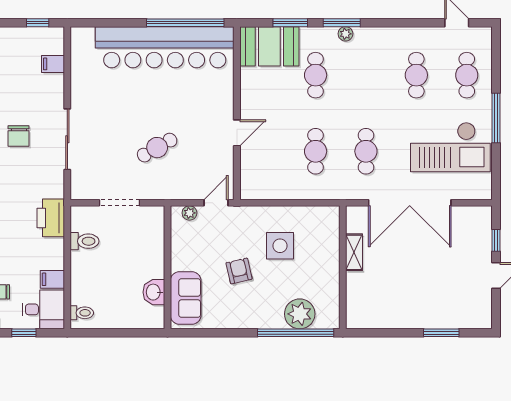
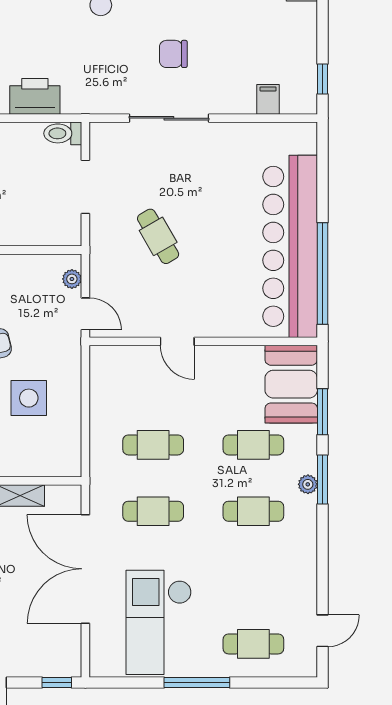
cafe table: (416, 75) -> (253, 511), moved
printer: (51, 218) -> (35, 96), moved
window: (496, 240) -> (57, 682), moved
toilet: (85, 241) -> (63, 133), moved, turned 90

